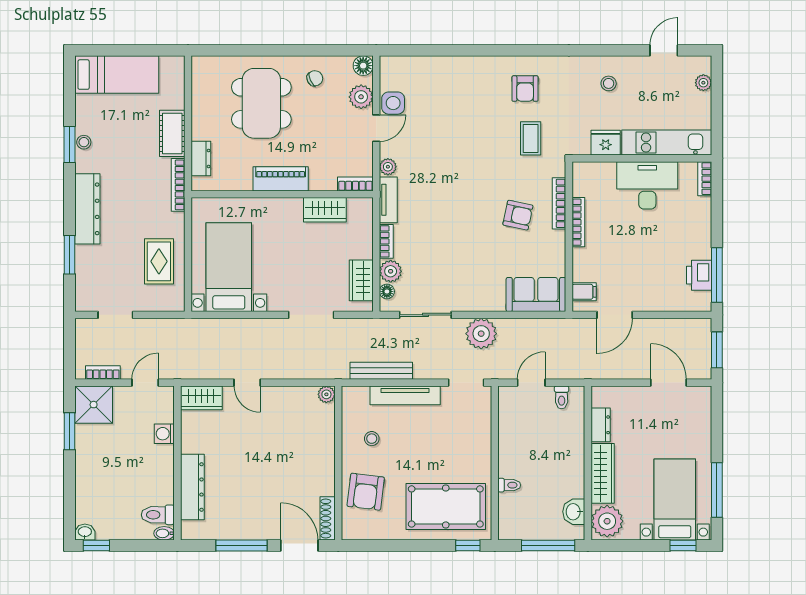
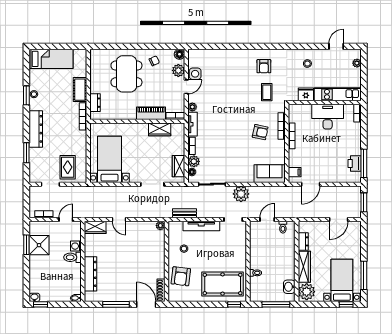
piano: (281, 179) -> (151, 113), moved
rug: (159, 261) -> (68, 167), moved
bench: (381, 371) -> (185, 213), width x0.73
door: (669, 383) -> (339, 219), swing flipped
shower: (94, 405) -> (39, 245), moved
toilet: (158, 515) -> (72, 257), moved

